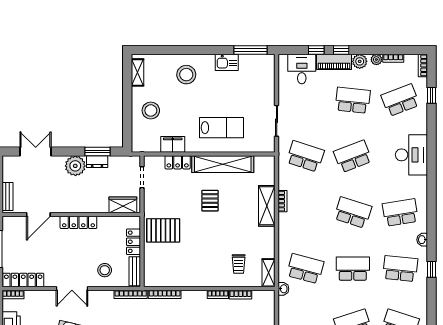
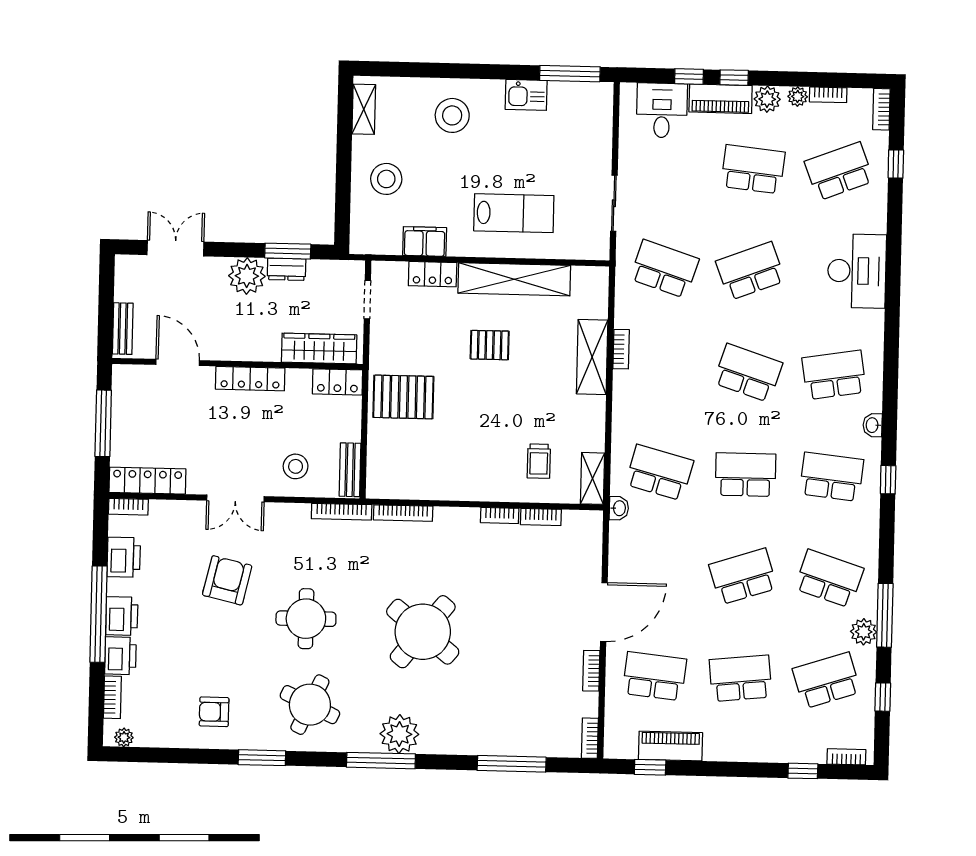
pallet: (210, 201) -> (490, 345), turned 90
wardrobe: (123, 205) -> (319, 348), width x1.50
door: (38, 214) -> (178, 362), swing flipped
locker: (133, 242) -> (337, 382), moved, turned -90

